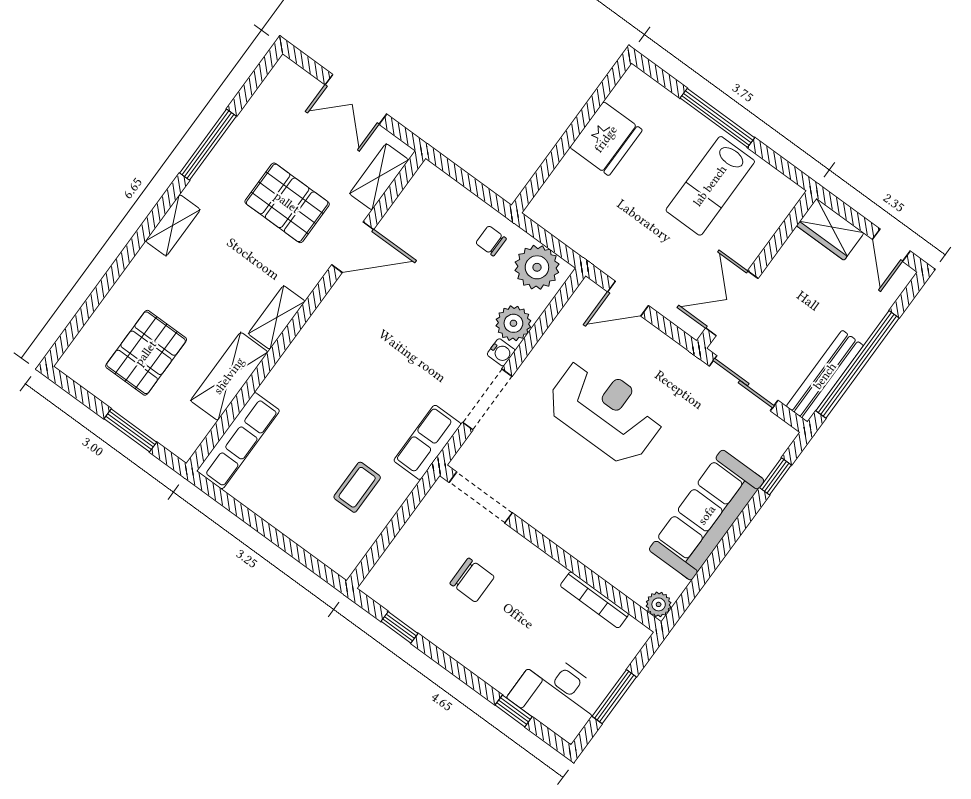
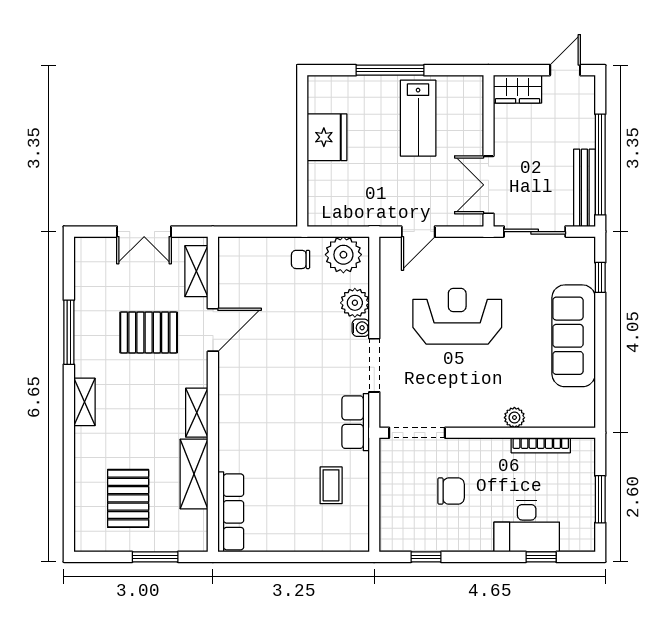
door: (891, 245) -> (565, 70), swing flipped
plant: (659, 604) -> (514, 418), moved
desk: (557, 696) -> (527, 526), moved

